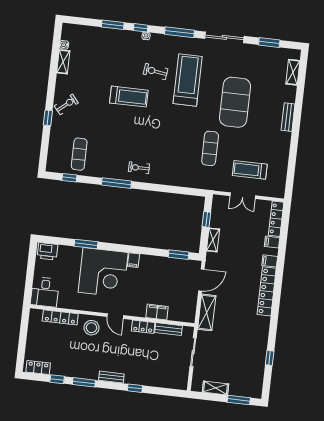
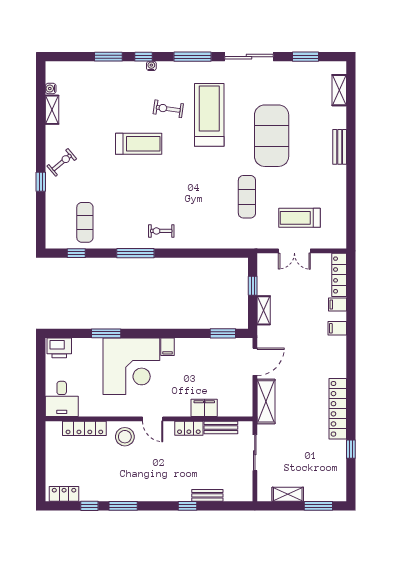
locker: (267, 291) -> (338, 409), moved
bench: (111, 377) -> (207, 495), moved

